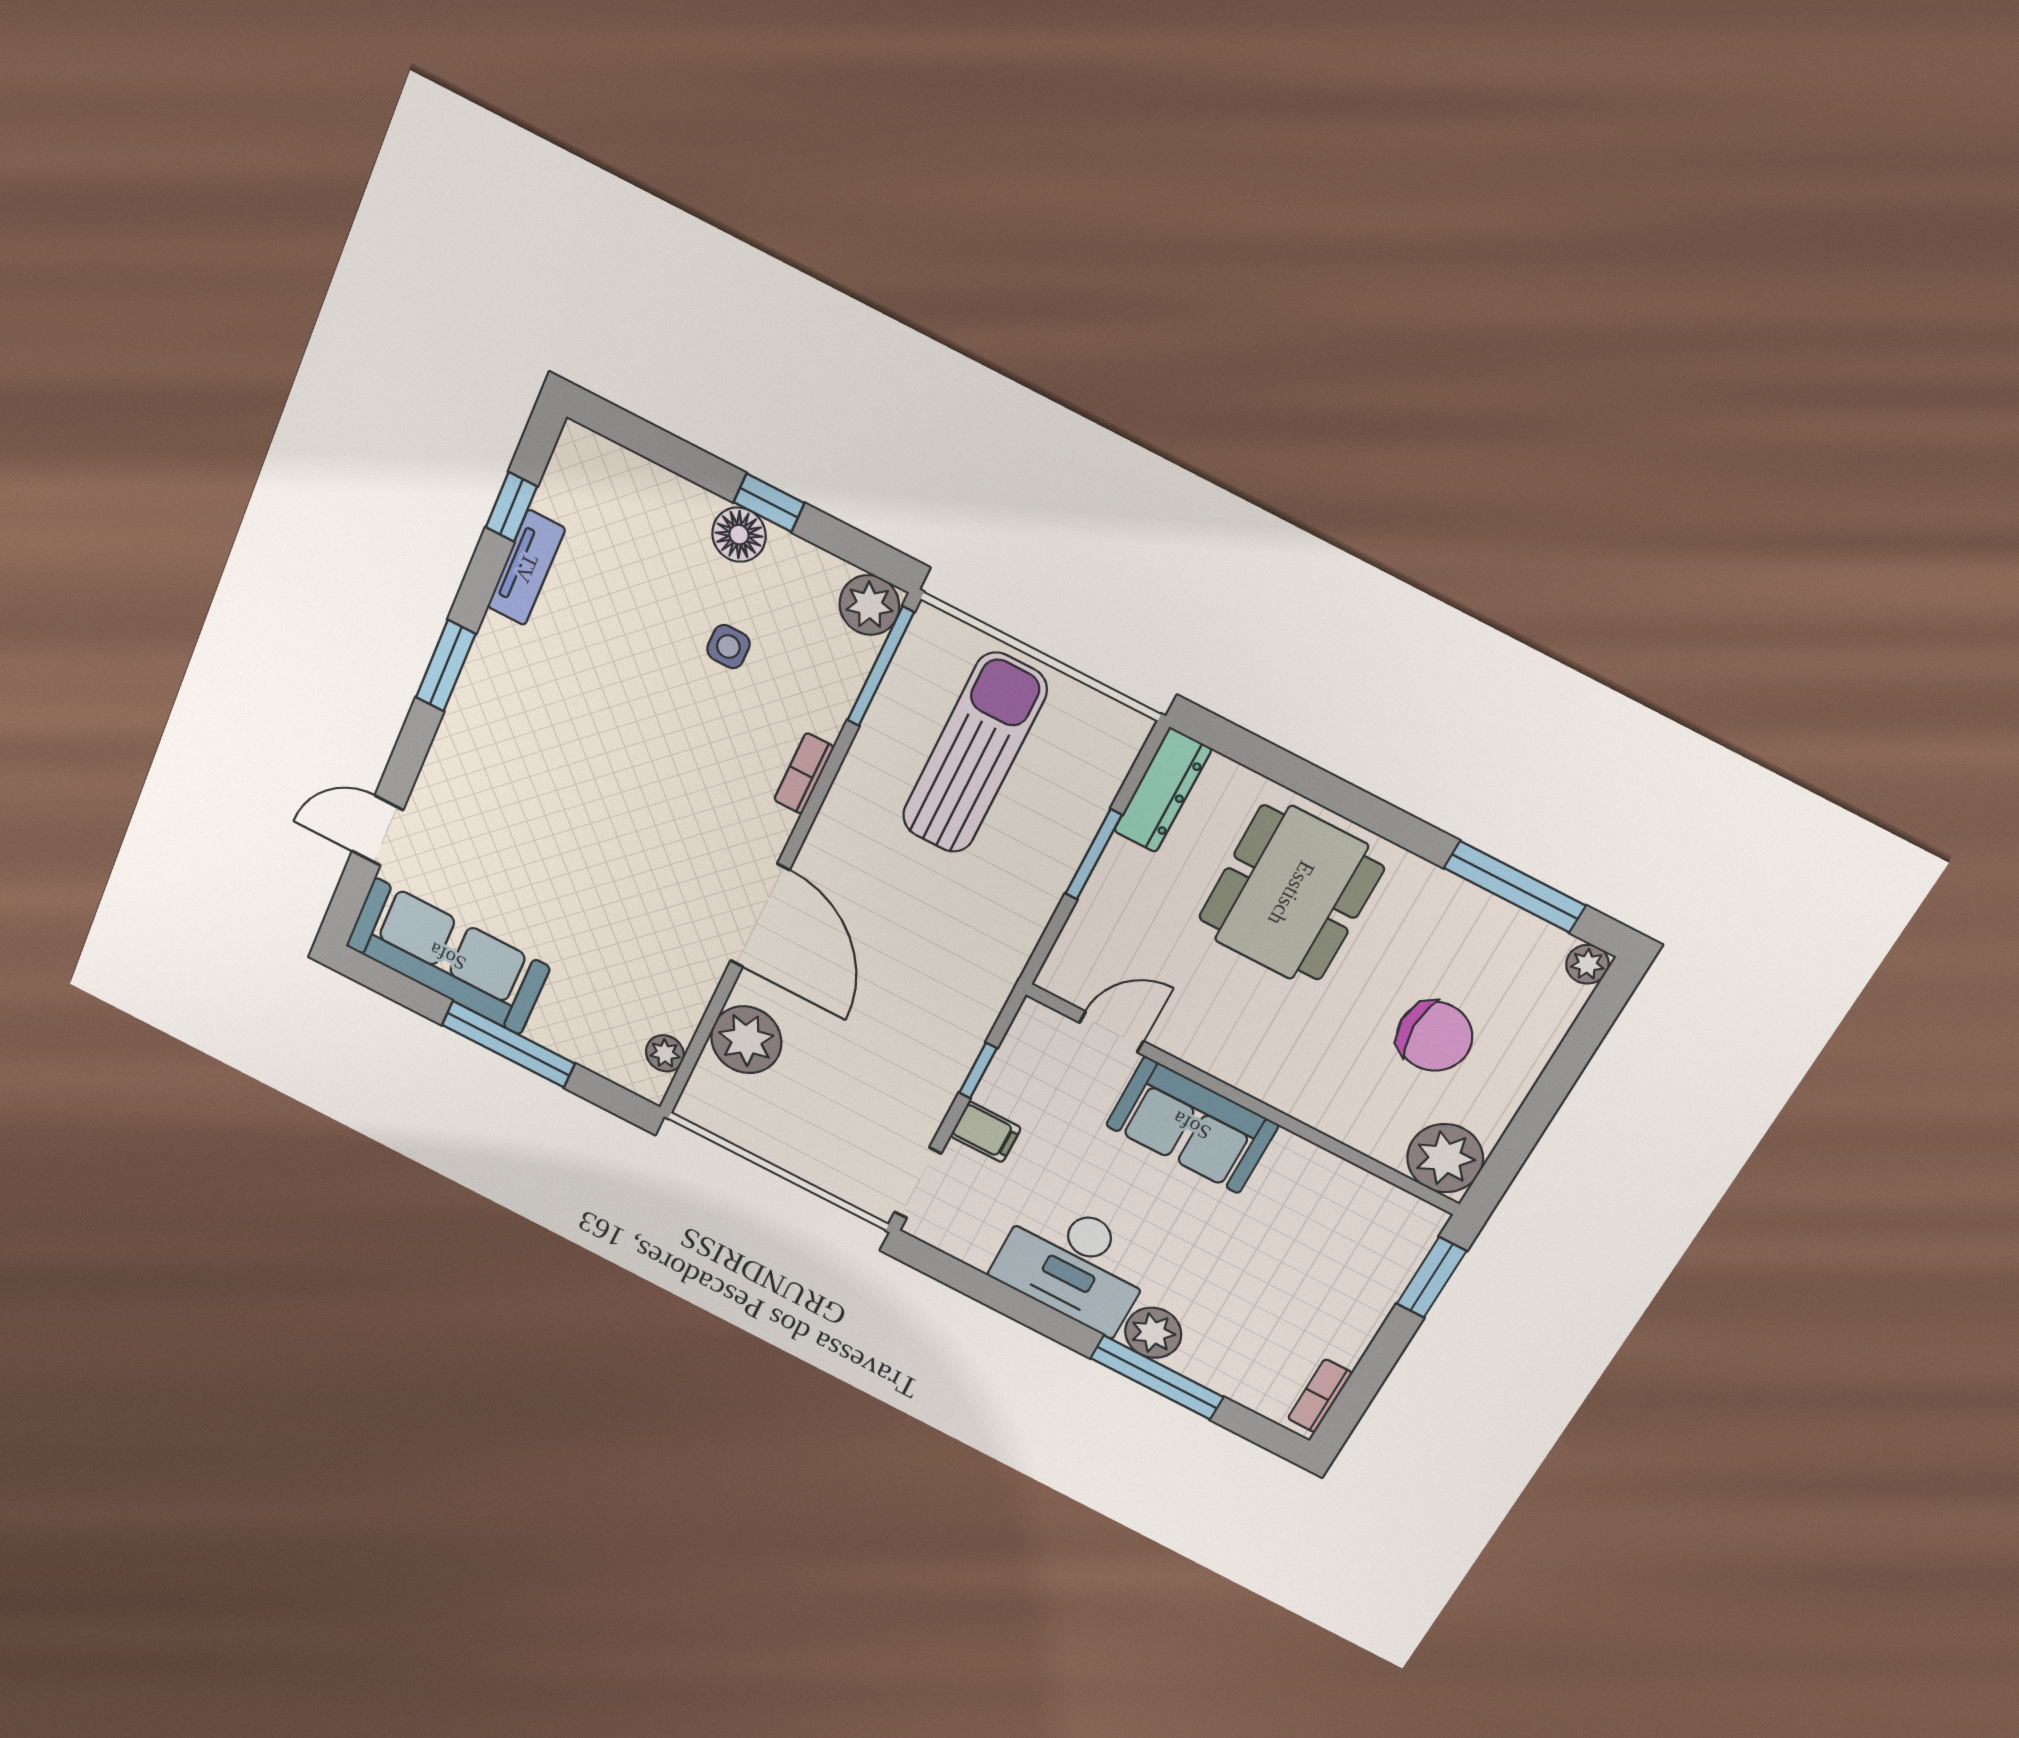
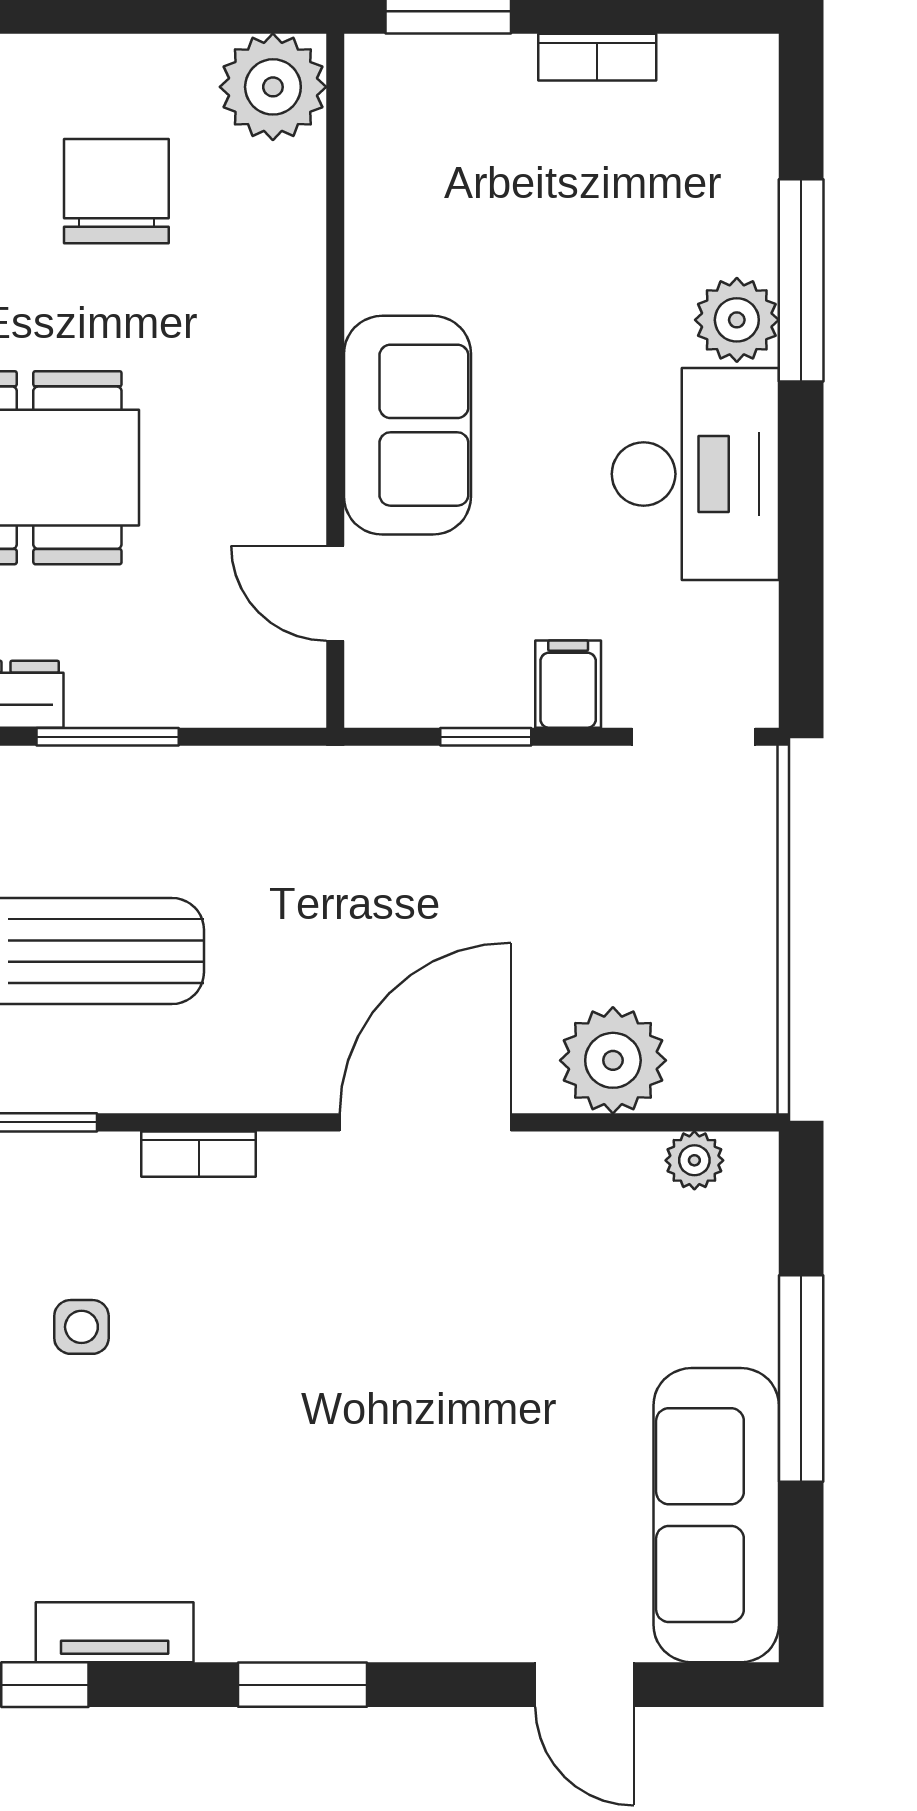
bookcase: (1320, 1396) -> (597, 57), moved

